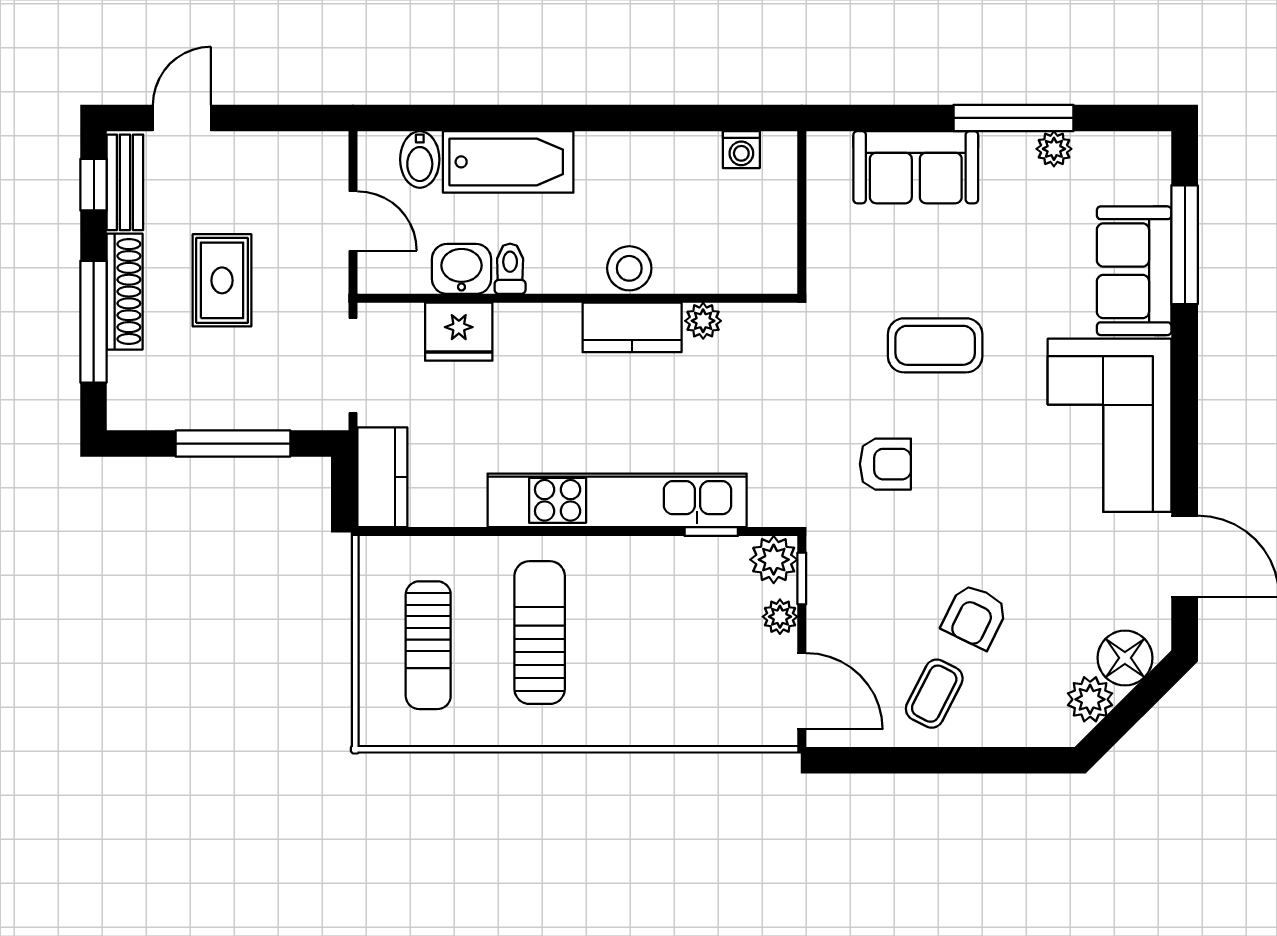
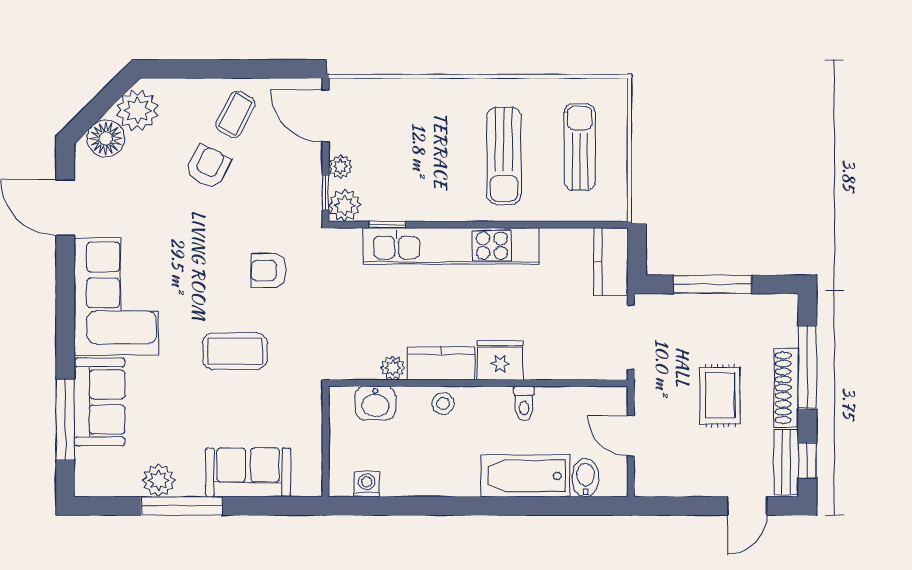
plant: (1054, 149) -> (159, 480), width x1.38, depth x1.38
stool: (629, 268) -> (443, 404), width x0.73, depth x0.73
washbasin: (461, 269) -> (375, 403), moved
fridge: (459, 332) -> (500, 360), moved
plant: (1090, 699) -> (138, 110), width x1.36, depth x1.36

